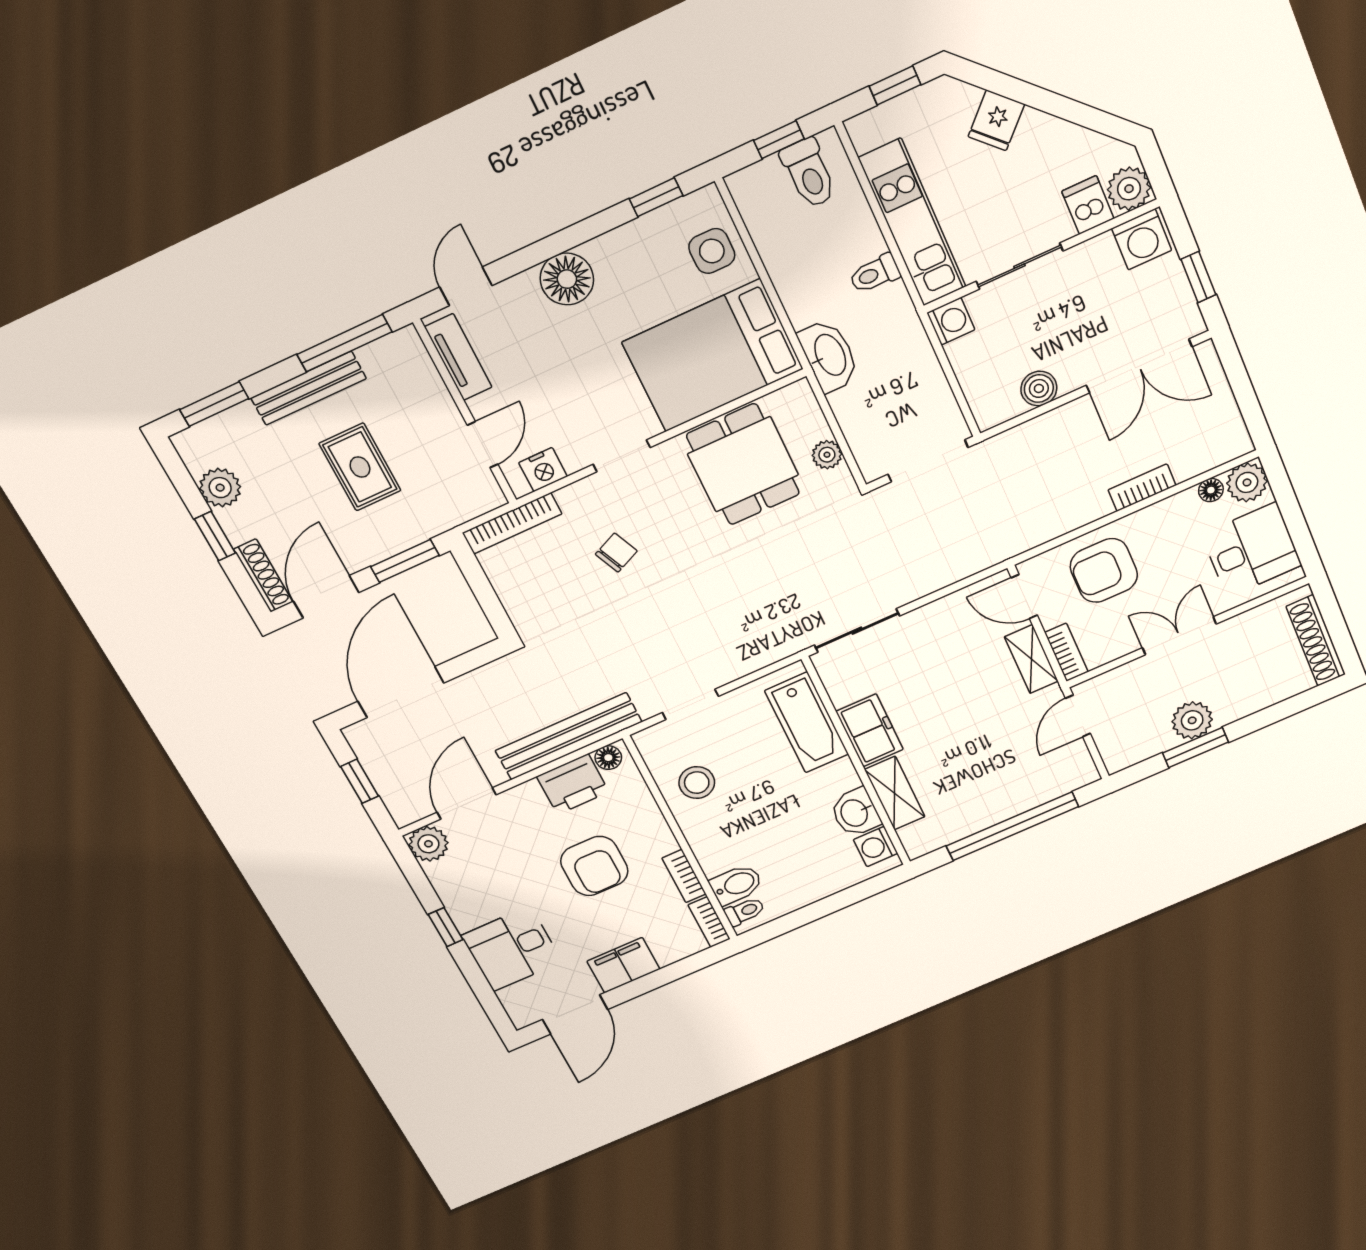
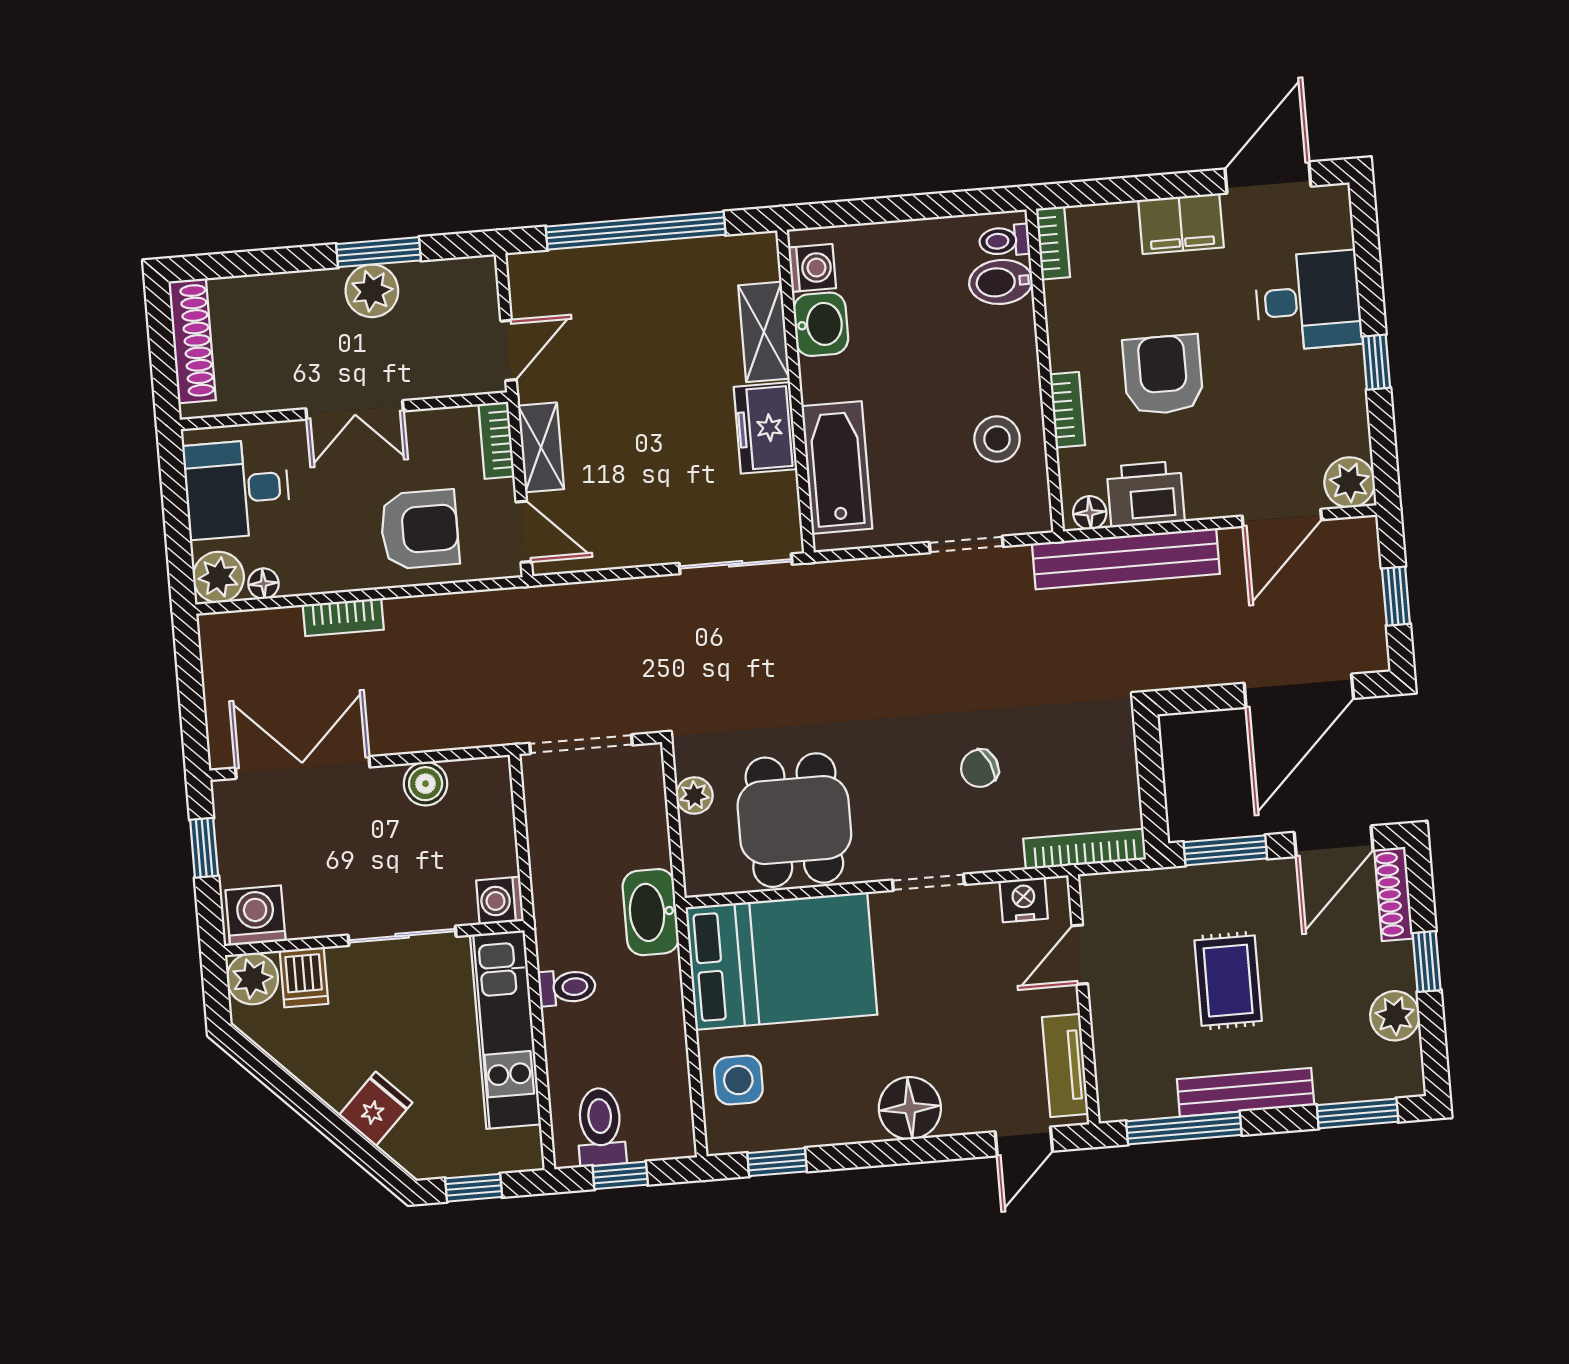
bookcase: (684, 876) -> (1067, 410), moved

